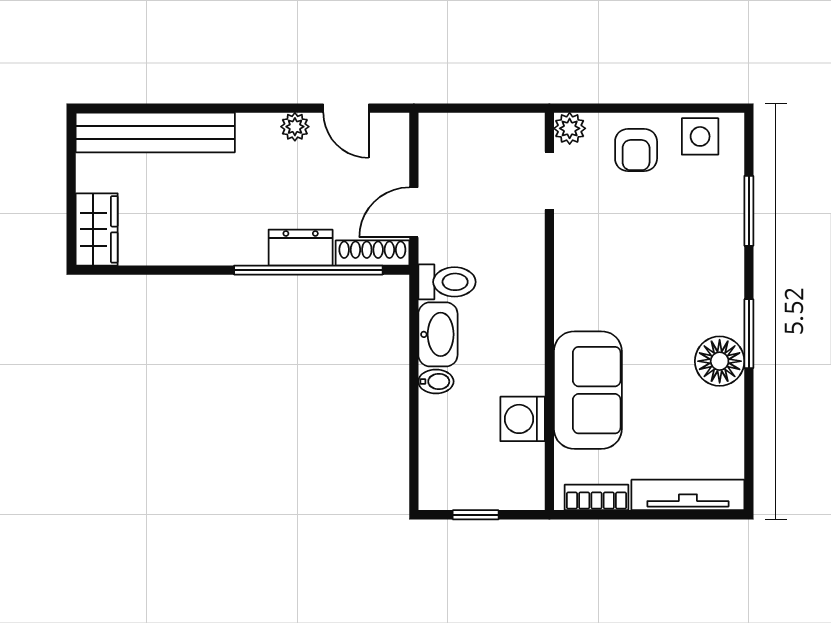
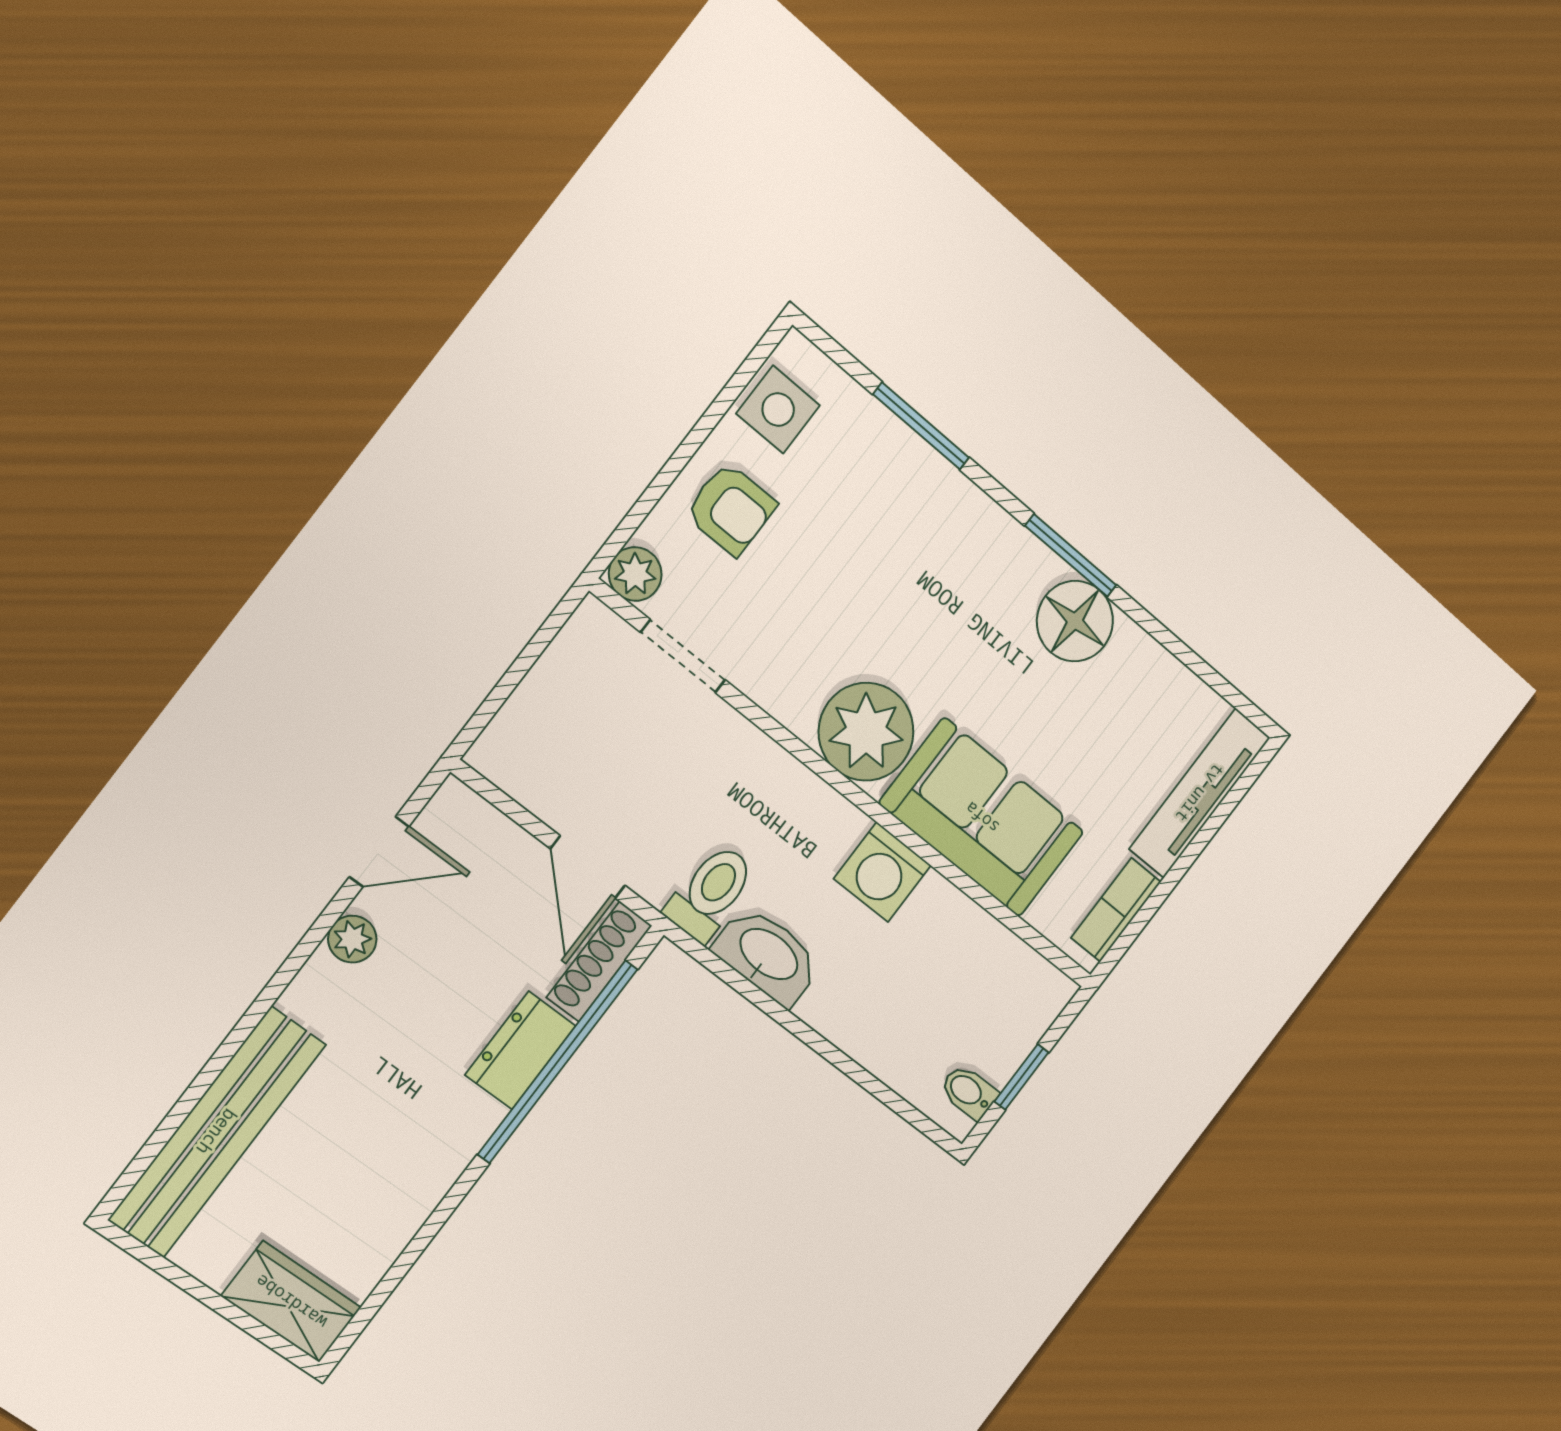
plant: (584, 298) -> (866, 732), added
bidet: (436, 381) -> (969, 1092), moved, turned -90
washing machine: (523, 419) -> (883, 872), moved

